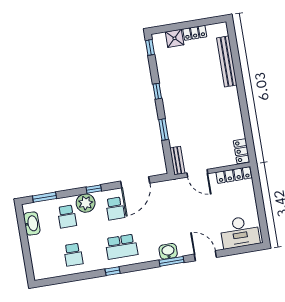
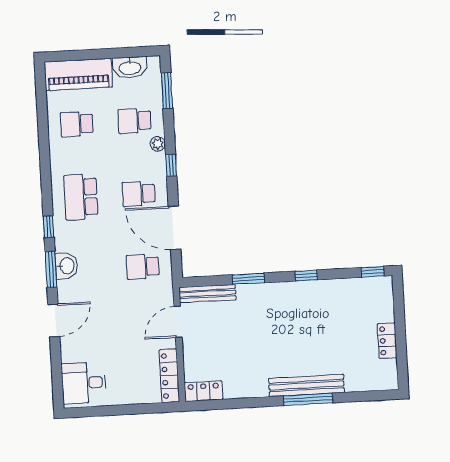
shower: (175, 38) -> (382, 310), removed
bench: (227, 61) -> (306, 385), moved
window: (240, 81) -> (308, 399), added
bench: (177, 161) -> (207, 294), width x1.36
school desk: (163, 201) -> (143, 267), added
plant: (86, 203) -> (158, 144), width x0.53, depth x0.53
desk: (240, 232) -> (84, 383), width x0.73
piano: (40, 257) -> (78, 74), added
window: (113, 271) -> (49, 227), moved

